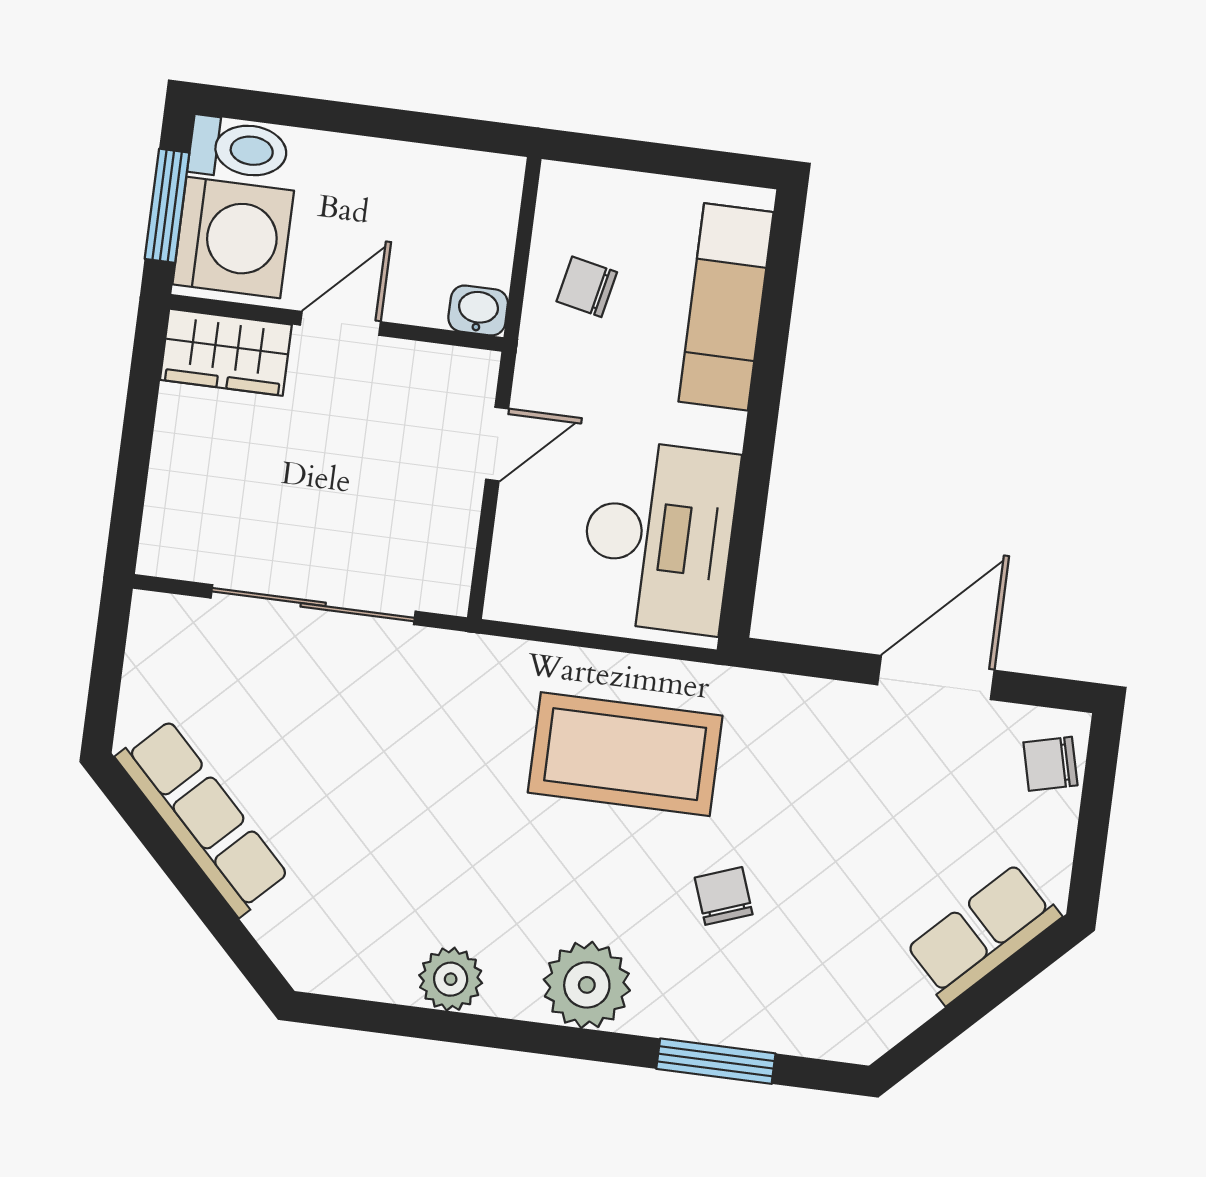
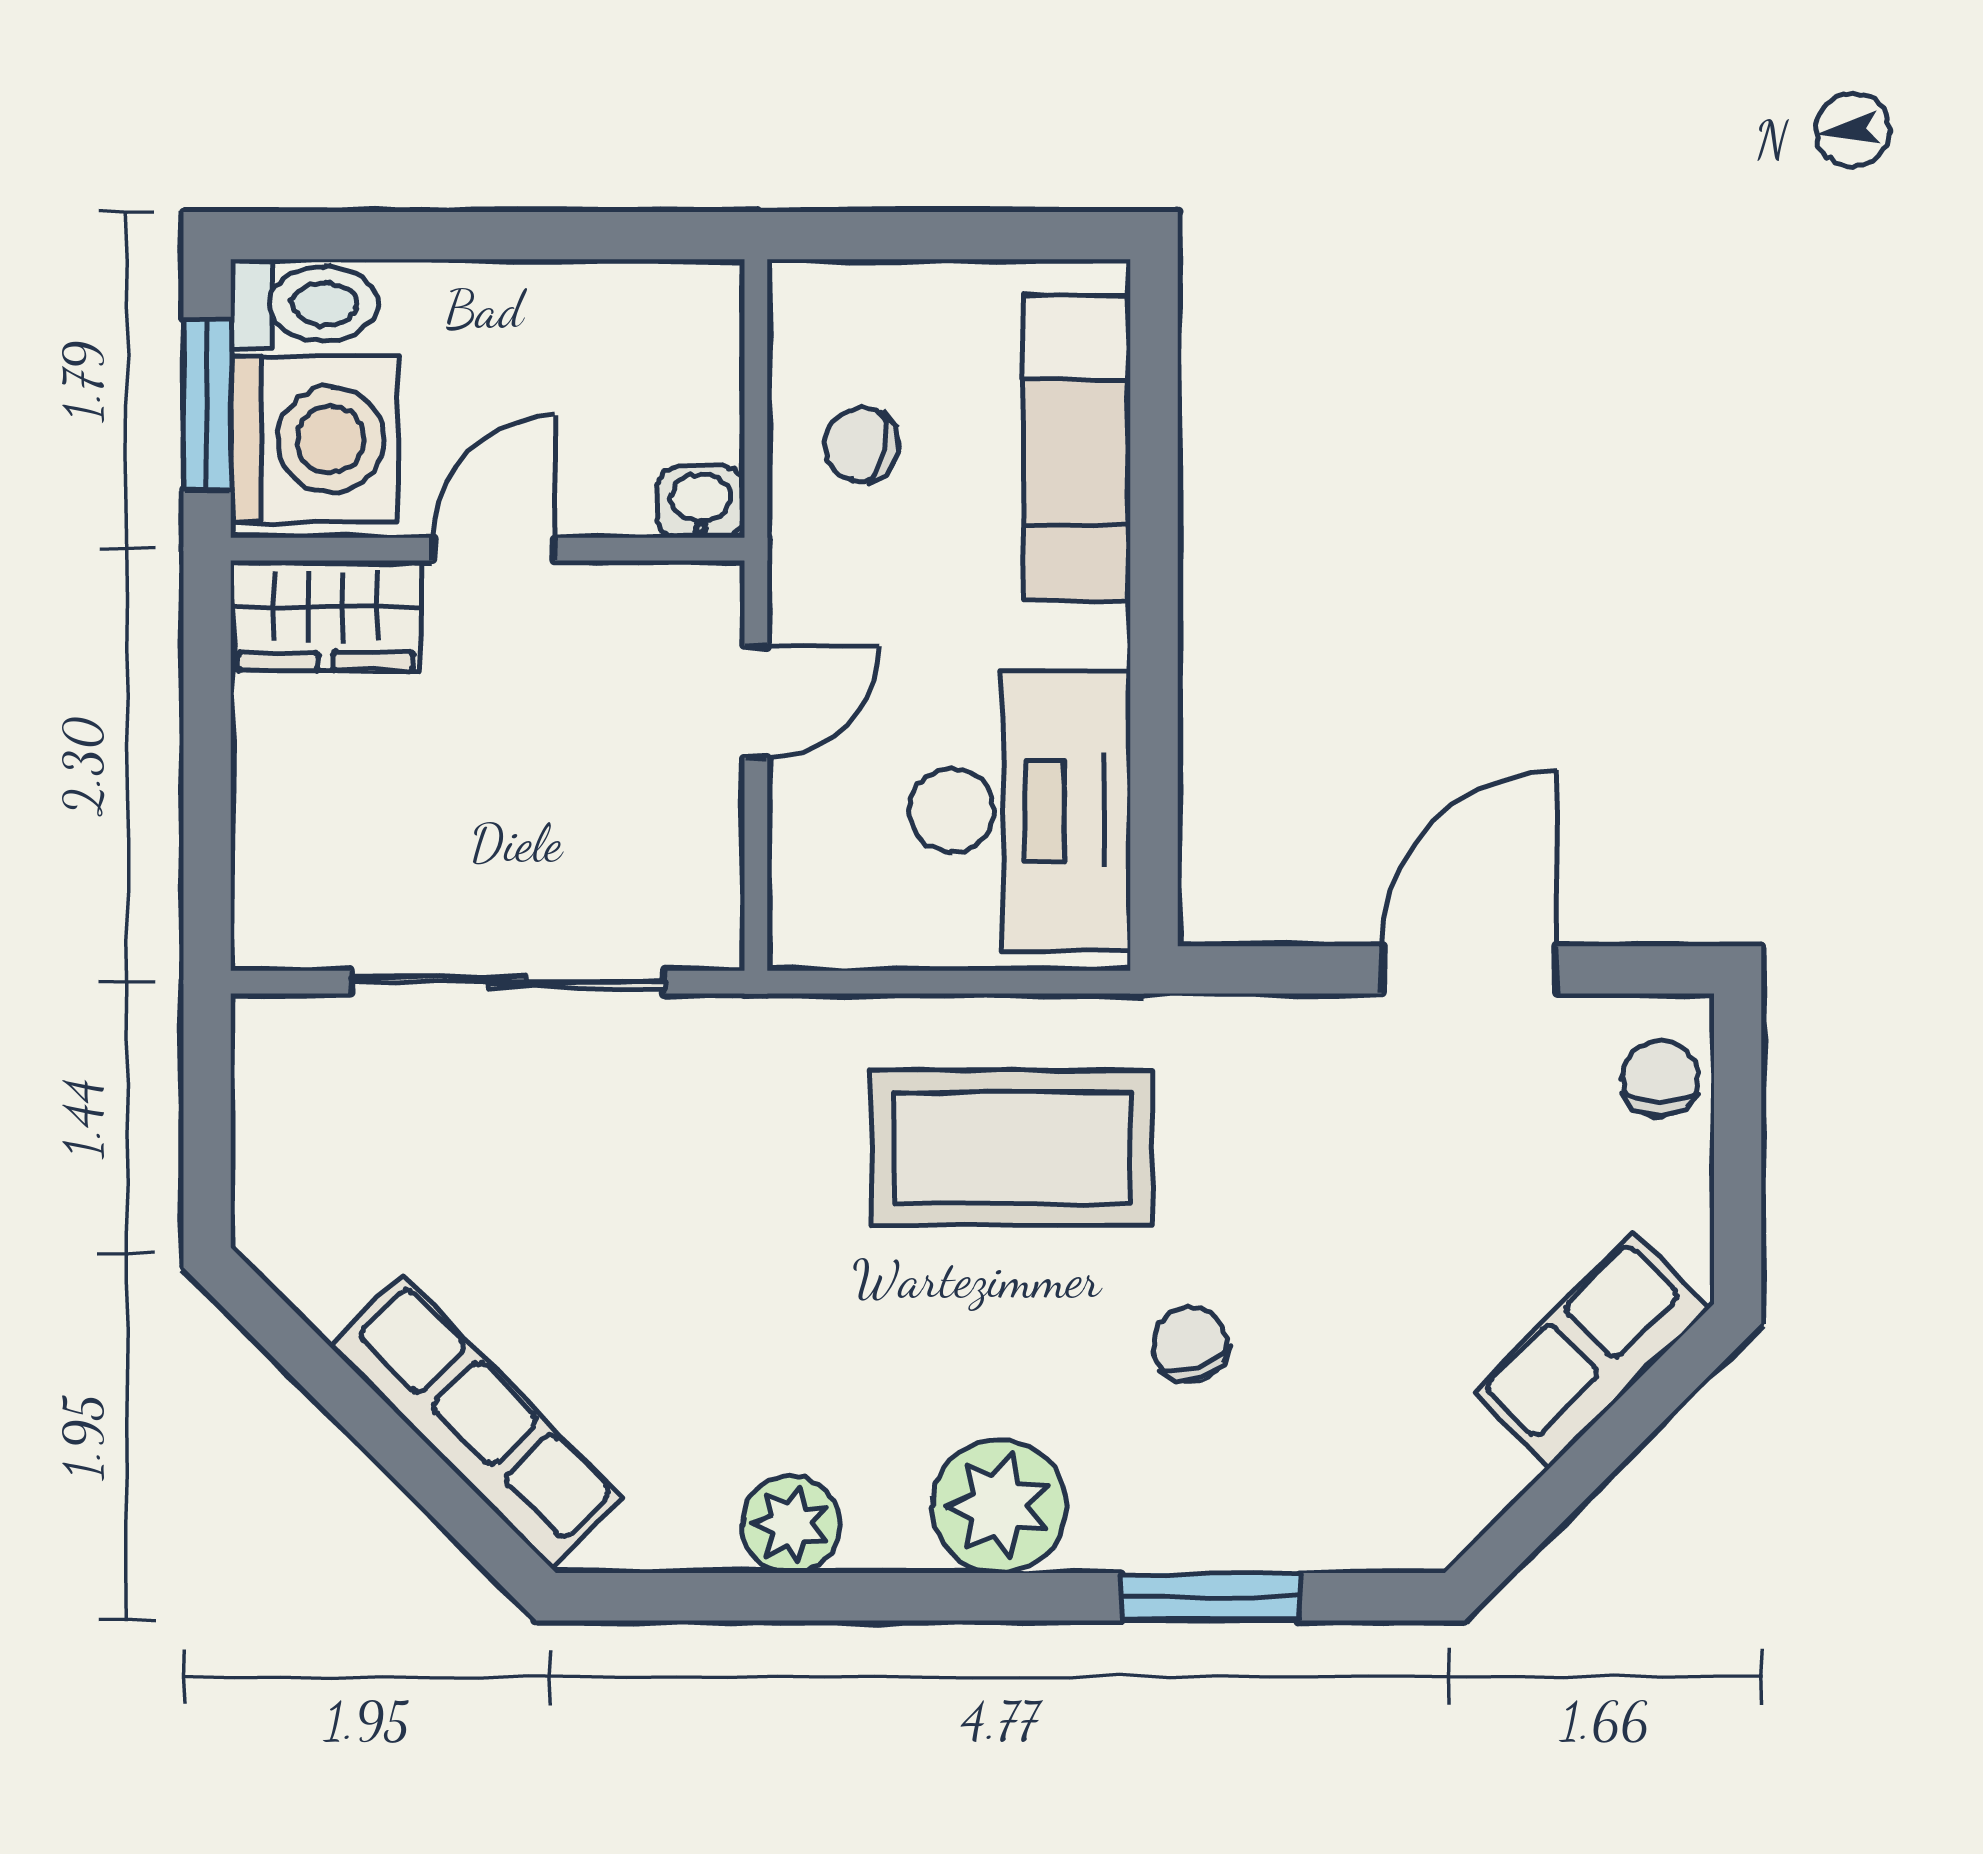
chair: (1050, 764) -> (1660, 1079), turned 104
row of seats: (203, 817) -> (476, 1422), moved

